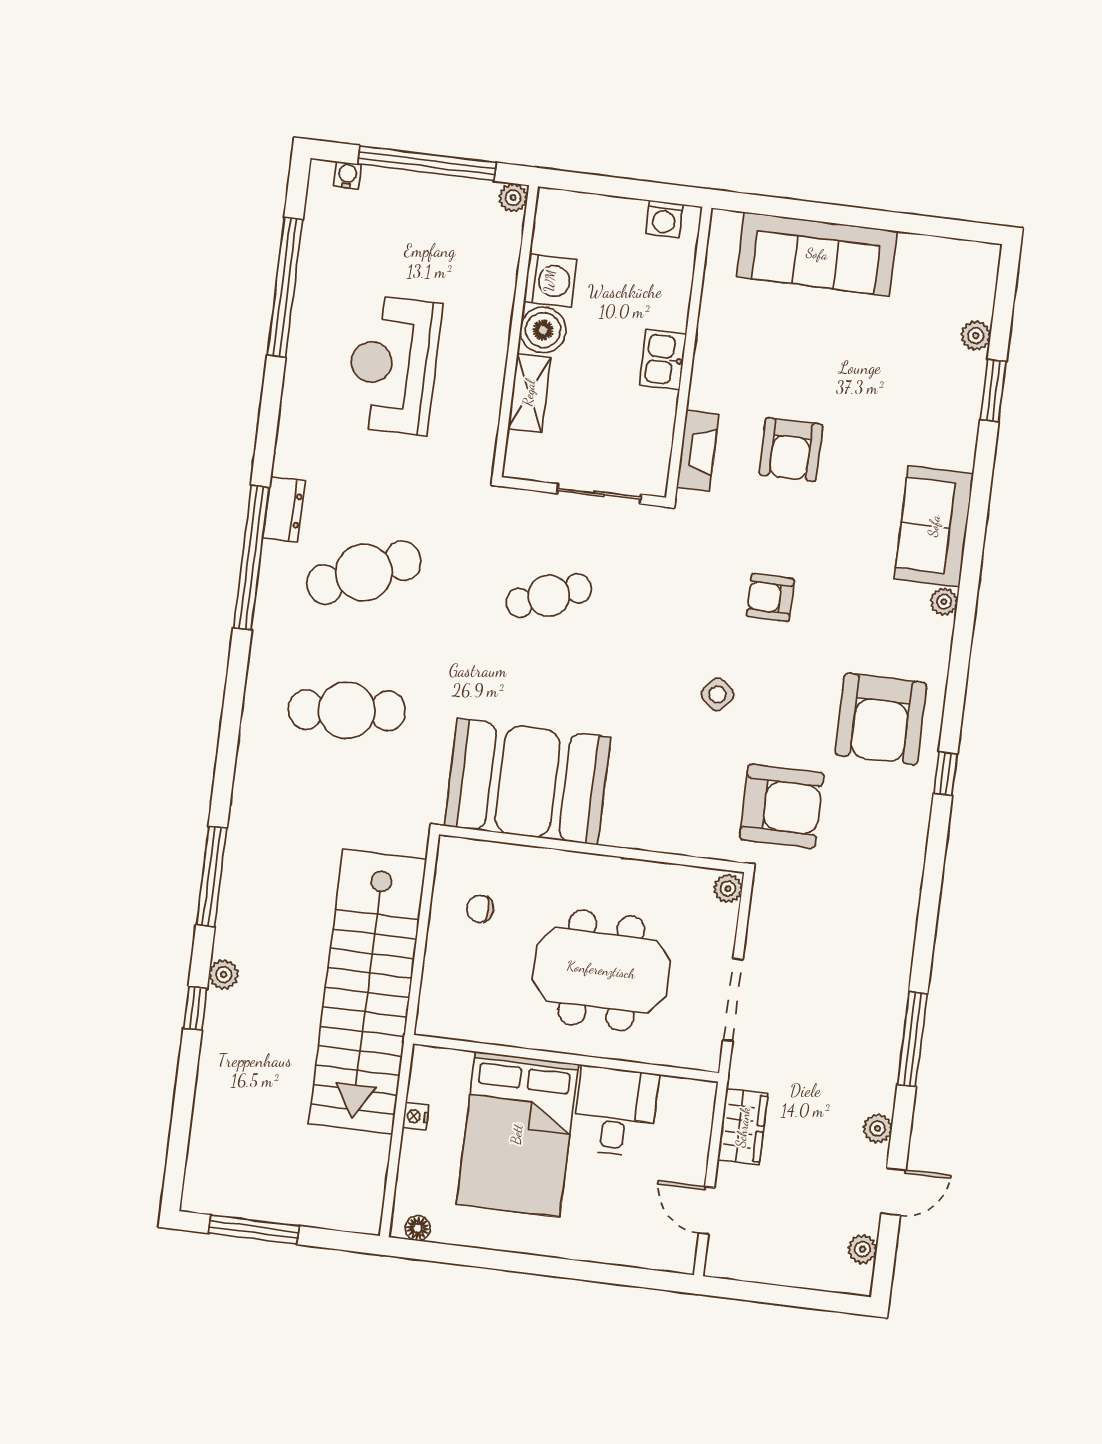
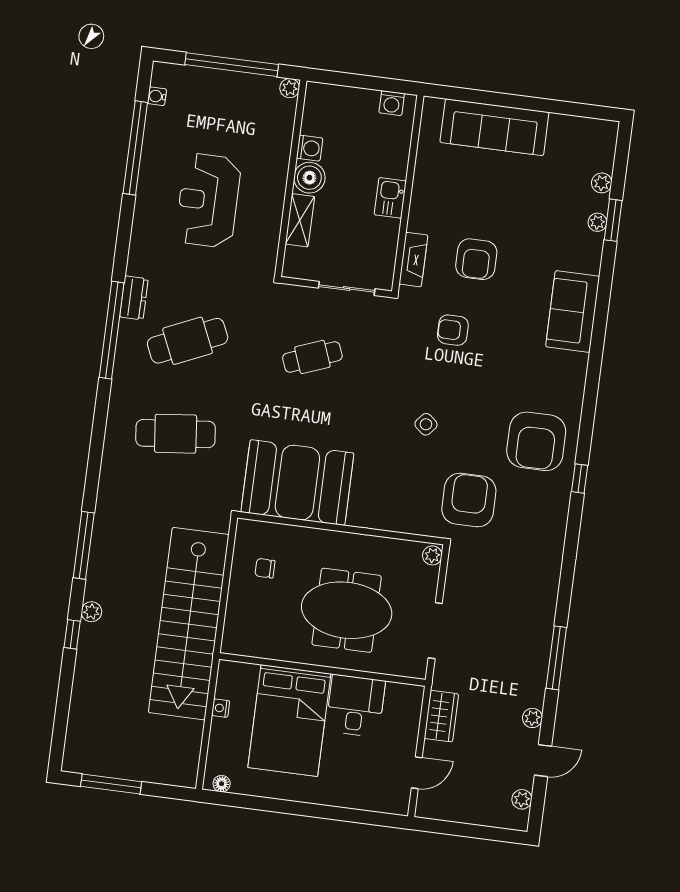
water cooler: (347, 175) -> (157, 96), moved, turned -90
washing machine: (550, 281) -> (310, 148), width x0.73, depth x0.73
armchair: (770, 598) -> (453, 330), moved
plant: (944, 602) -> (597, 222), moved
armchair: (782, 806) -> (469, 500), turned -90
door: (707, 1211) -> (417, 773), swing flipped

